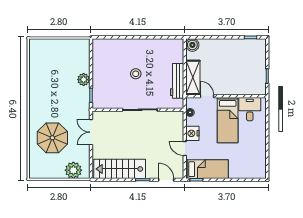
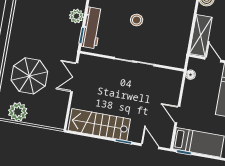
workbench: (177, 81) -> (92, 28), moved, turned 180
nightstand: (192, 133) -> (189, 99), removed
plant: (73, 170) -> (18, 112), moved

